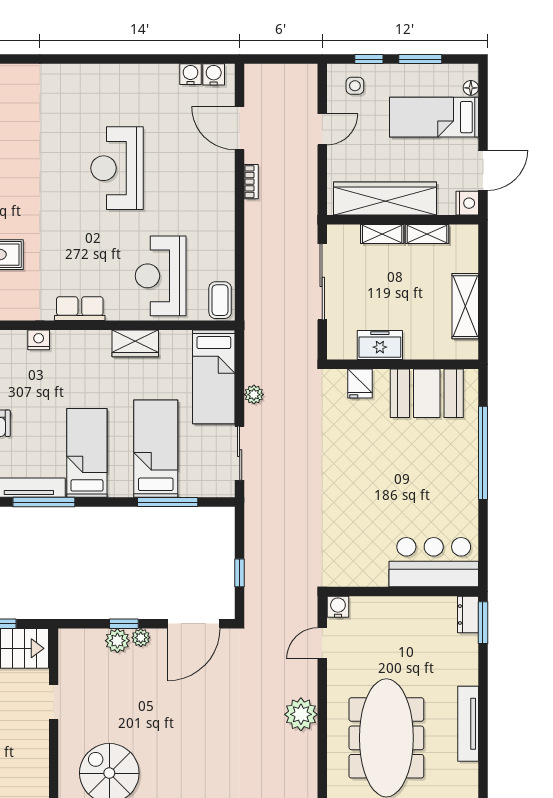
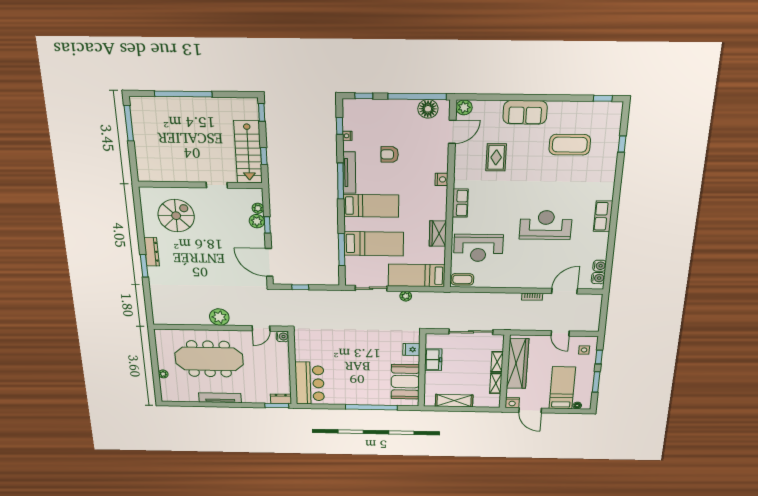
row of seats: (100, 77) -> (603, 216), added
reception desk: (161, 276) -> (478, 248), turned 180
plant: (141, 638) -> (258, 208), moved
door: (322, 643) -> (261, 328), swing flipped

